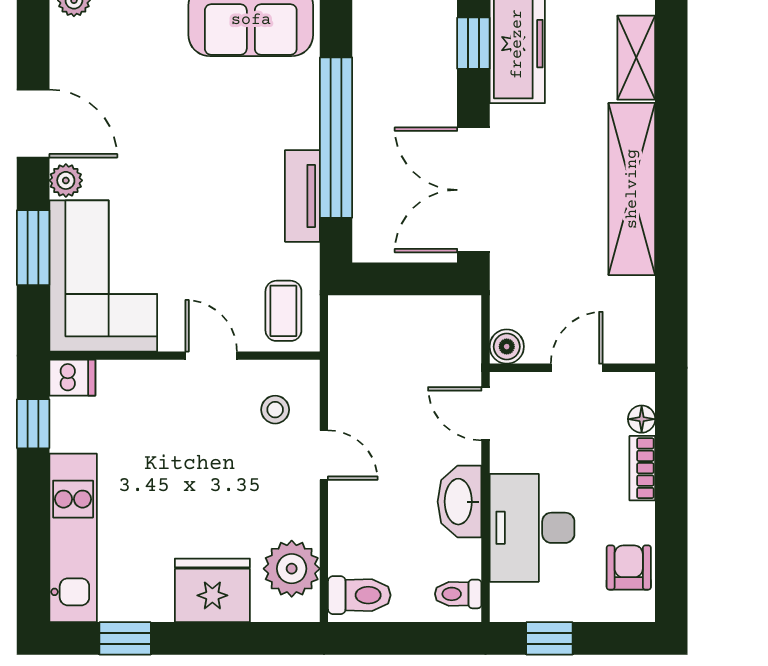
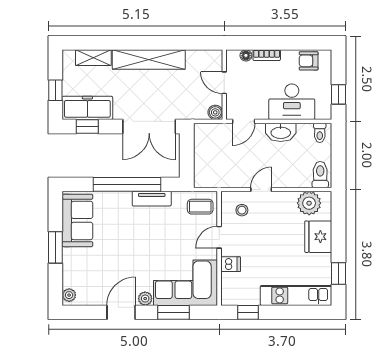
dishwasher: (72, 378) -> (231, 264), moved, turned 90

